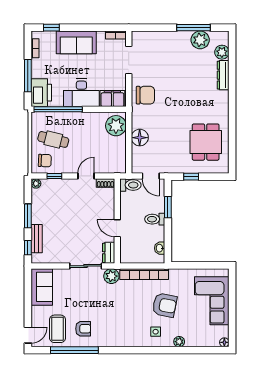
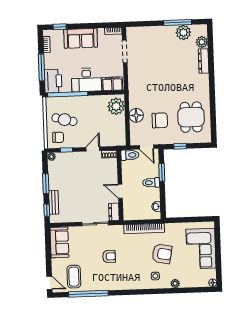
chair: (145, 95) -> (160, 120), moved
plant: (111, 276) -> (117, 231), removed
armchair: (83, 329) -> (109, 256), moved
door: (28, 335) -> (49, 283), hinge flipped

